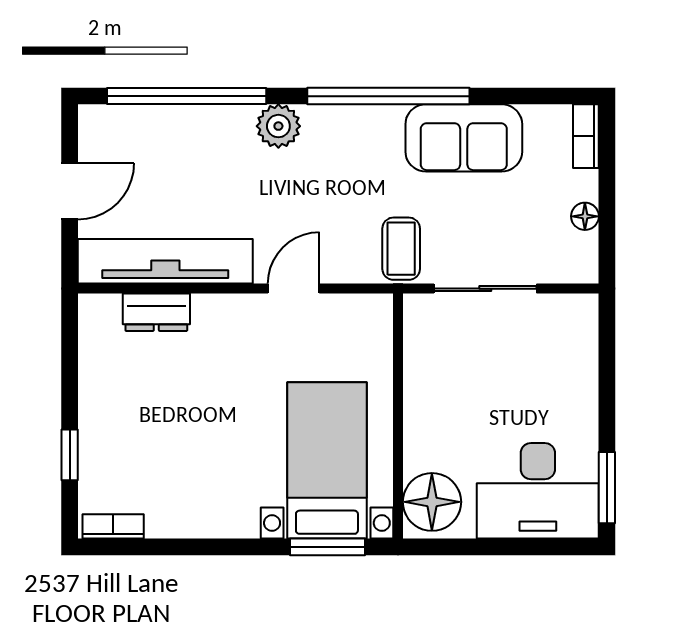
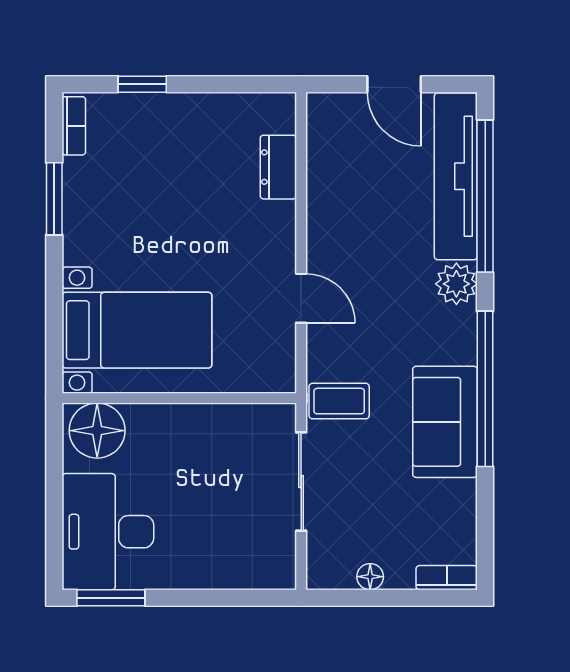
sofa: (464, 138) -> (445, 422), moved
tv unit: (165, 261) -> (456, 176), moved, turned 180
window: (328, 547) -> (54, 199), moved

